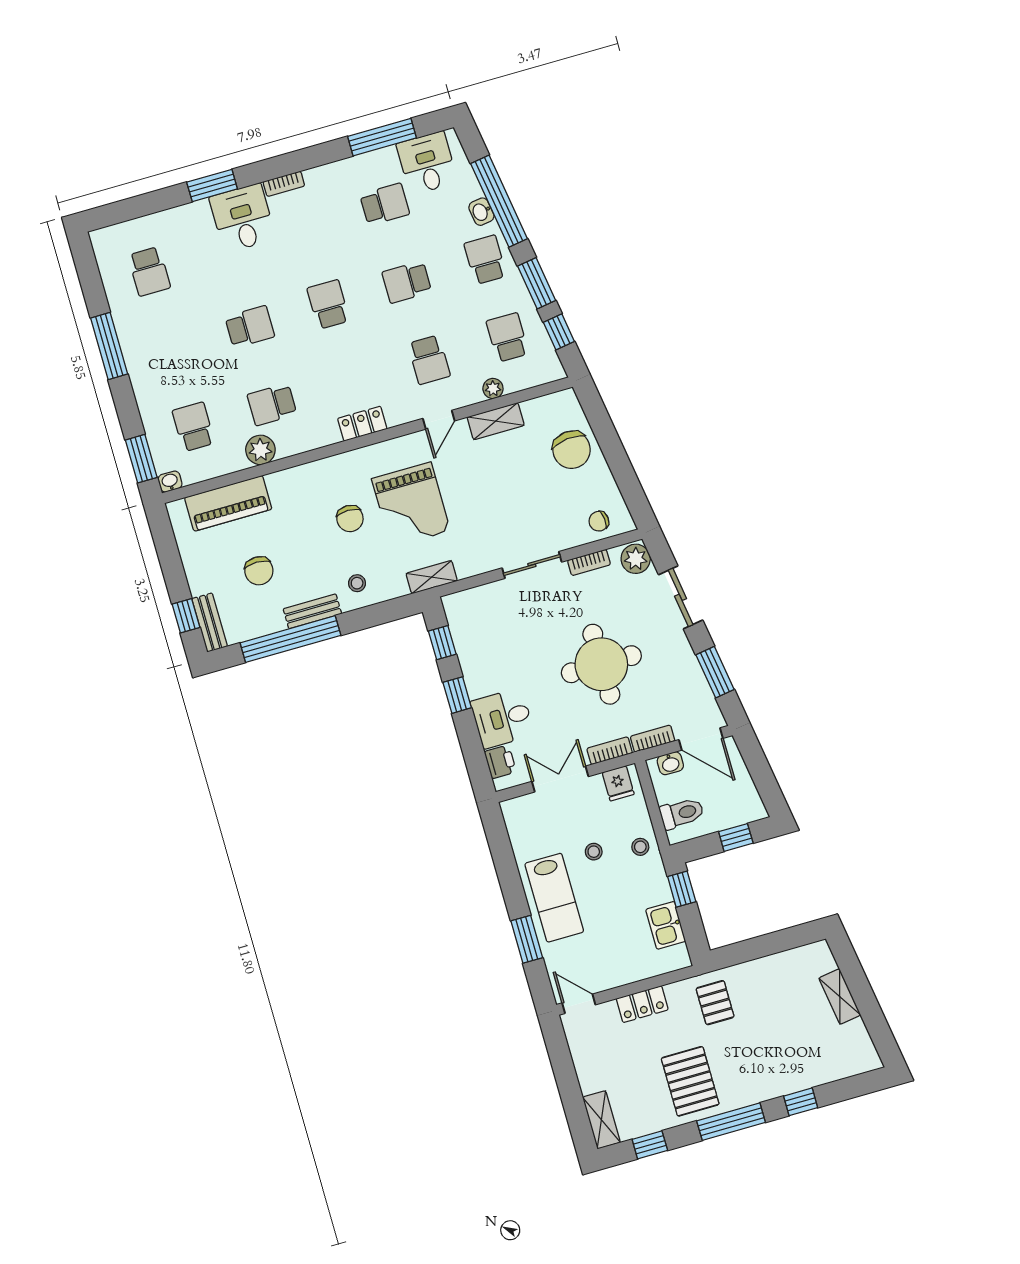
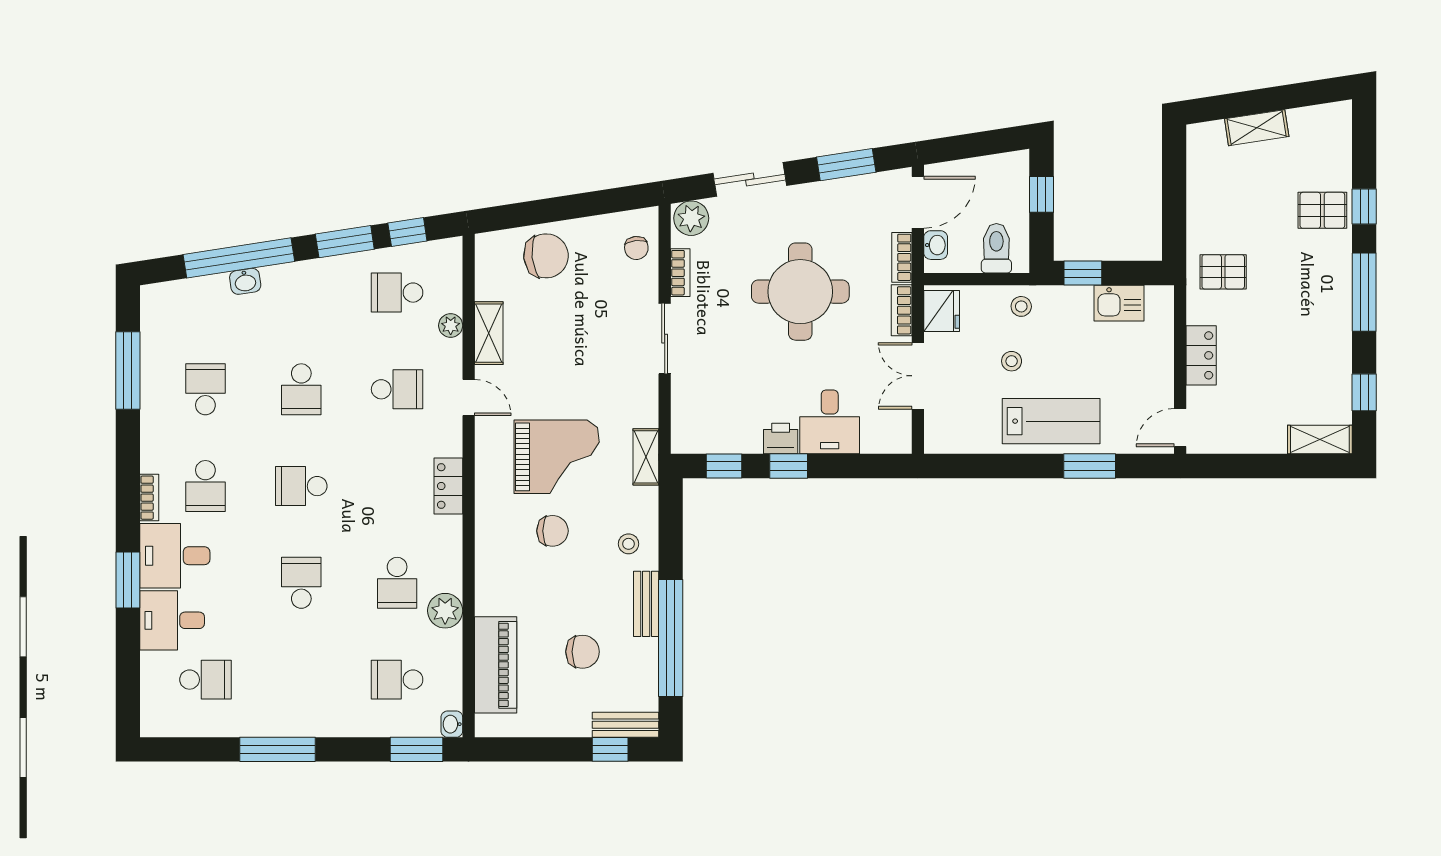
desk: (427, 163) -> (172, 620), moved
school desk: (485, 260) -> (205, 486), moved, turned -90
printer: (500, 762) -> (781, 439), moved
fridge: (618, 783) -> (942, 311), width x1.38
pallet: (690, 1081) -> (1322, 210), moved, width x0.67, depth x0.71

